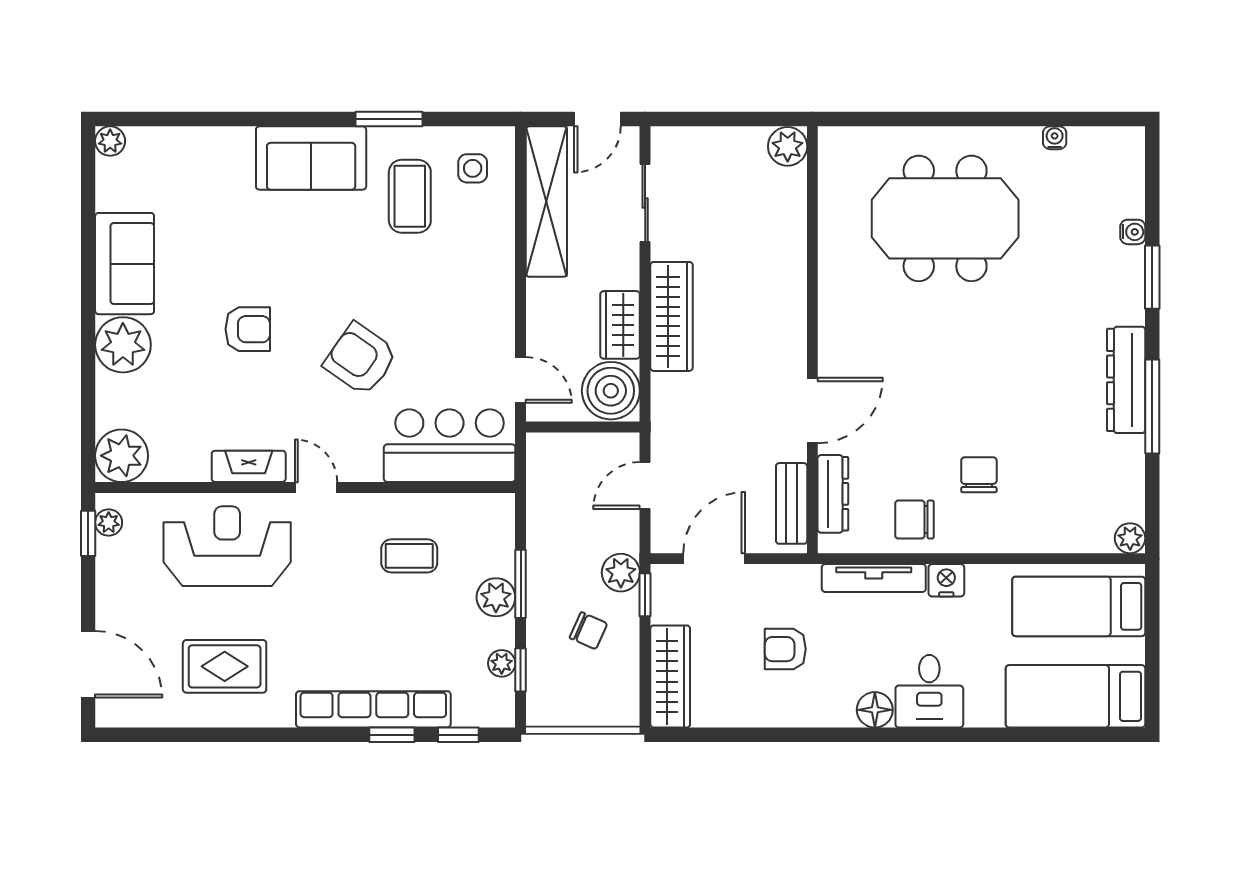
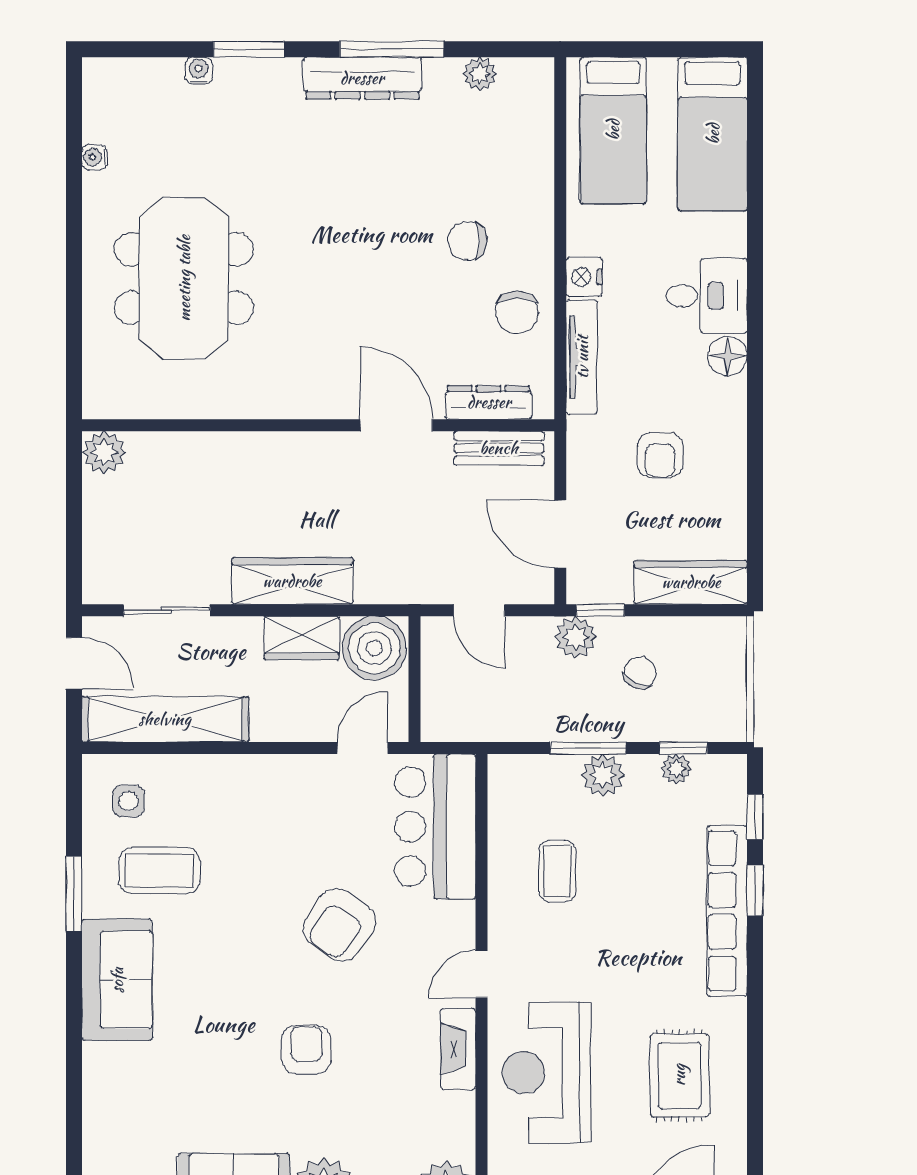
plant: (1130, 538) -> (480, 74), moved

